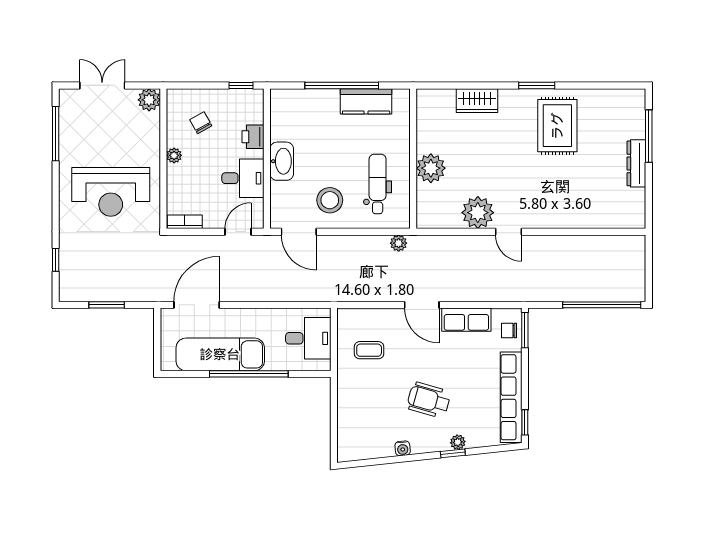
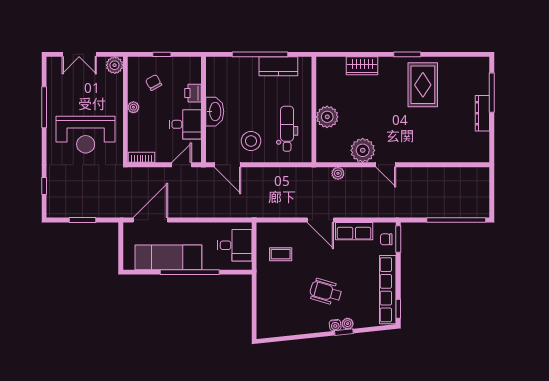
double door: (102, 85) -> (79, 54), swing flipped
window: (241, 85) -> (162, 54), moved
window: (56, 134) -> (44, 107), moved
plant: (399, 243) -> (338, 173), moved
water cooler: (403, 448) -> (335, 325), moved

